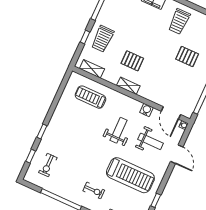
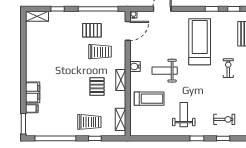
trolley: (179, 21) -> (100, 52), moved
pallet: (187, 57) -> (92, 30), moved, turned 90
treadmill: (91, 97) -> (149, 99), moved, turned -90
water cooler: (146, 110) -> (135, 67), moved
weight bench: (151, 141) -> (184, 115), moved

